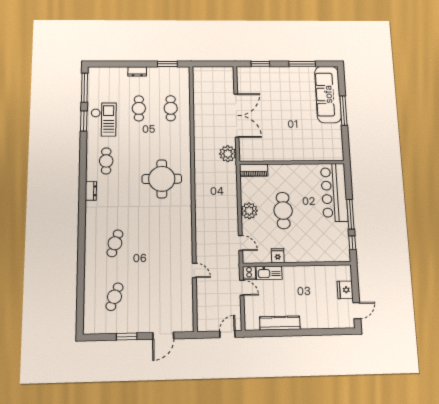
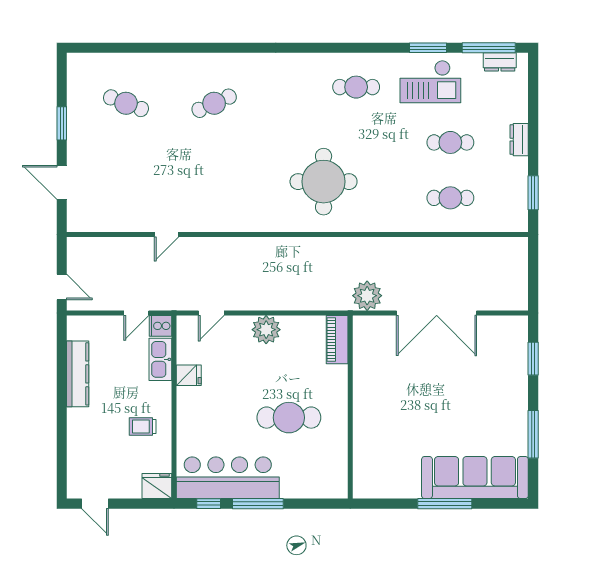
dresser: (91, 191) -> (500, 62), moved
bar counter: (334, 192) -> (228, 478), moved
cafe table: (283, 211) -> (289, 418), moved
cafe table: (115, 243) -> (214, 103), turned -42
trolley: (309, 283) -> (143, 427), added
fridge: (345, 290) -> (157, 486), moved

